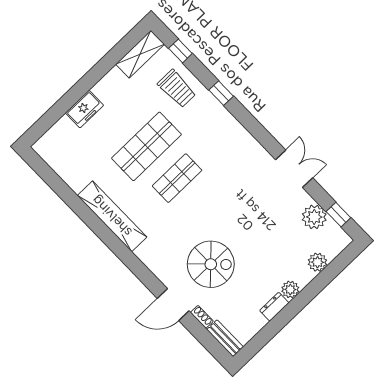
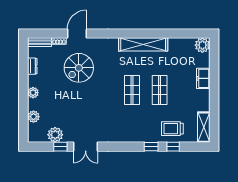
window: (180, 51) -> (173, 147), moved
shop shelf: (146, 146) -> (160, 90), width x0.70, depth x0.74
plant: (47, 147) -> (202, 45), added
window: (338, 215) -> (60, 147), moved
dresser: (274, 307) -> (32, 66), moved

